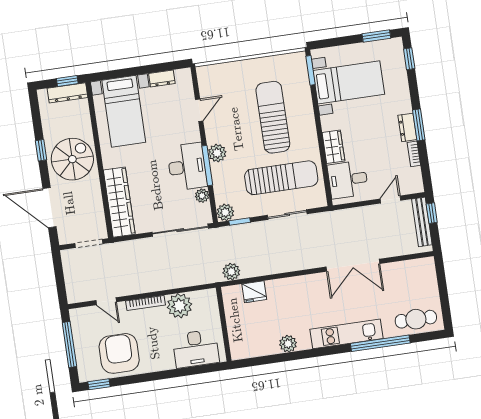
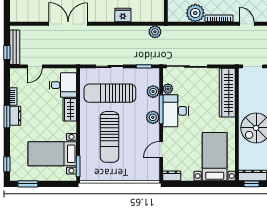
dresser: (162, 79) -> (172, 176), moved
plant: (225, 212) -> (153, 92), moved
fridge: (254, 292) -> (123, 15), moved

